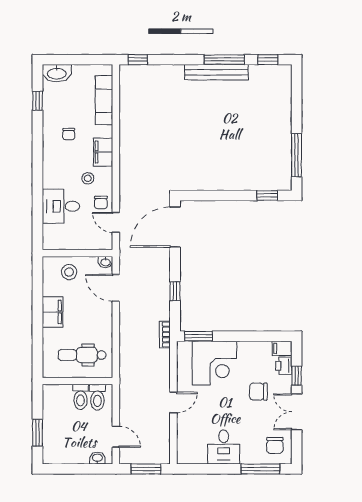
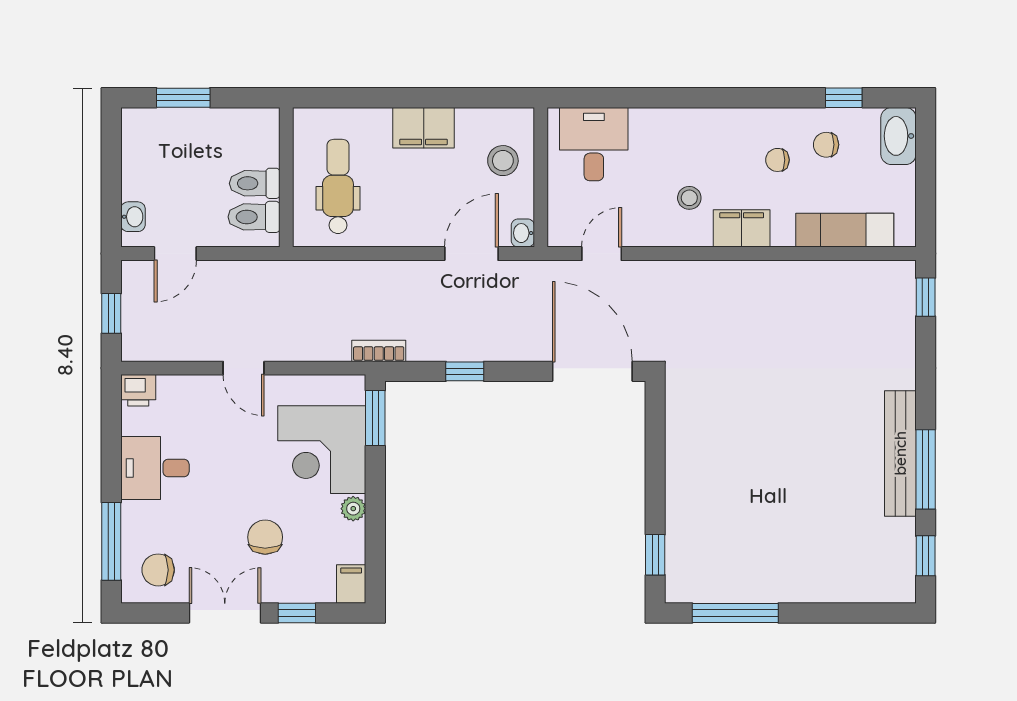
chair: (101, 202) -> (826, 145), moved
desk: (61, 206) -> (594, 144), moved
plant: (244, 347) -> (353, 509), added
printer: (284, 366) -> (138, 390), moved, turned 180
window: (146, 469) -> (111, 313), width x0.67

